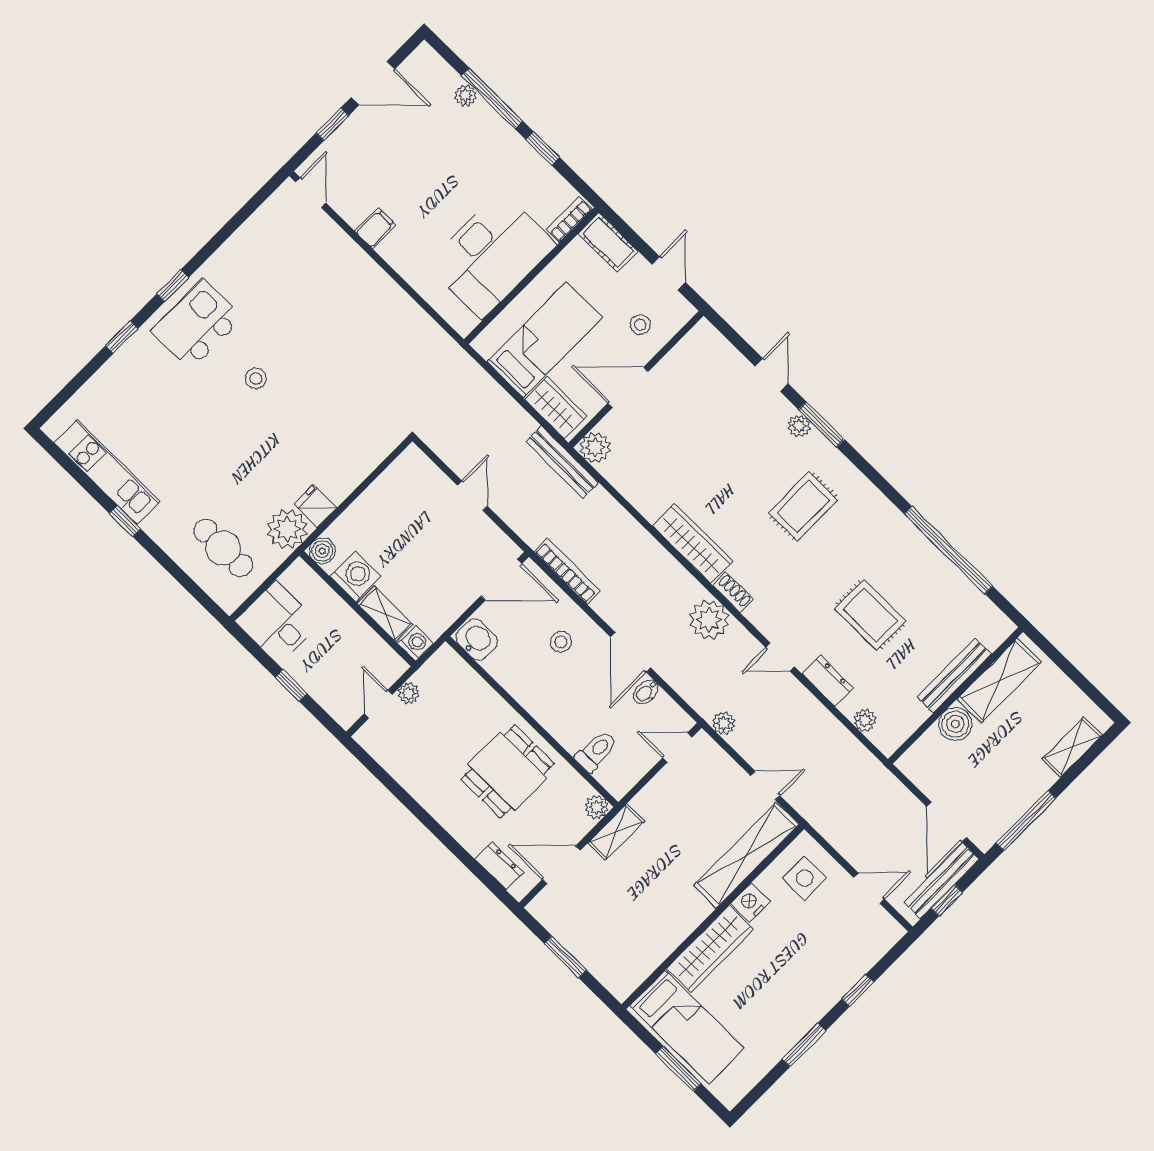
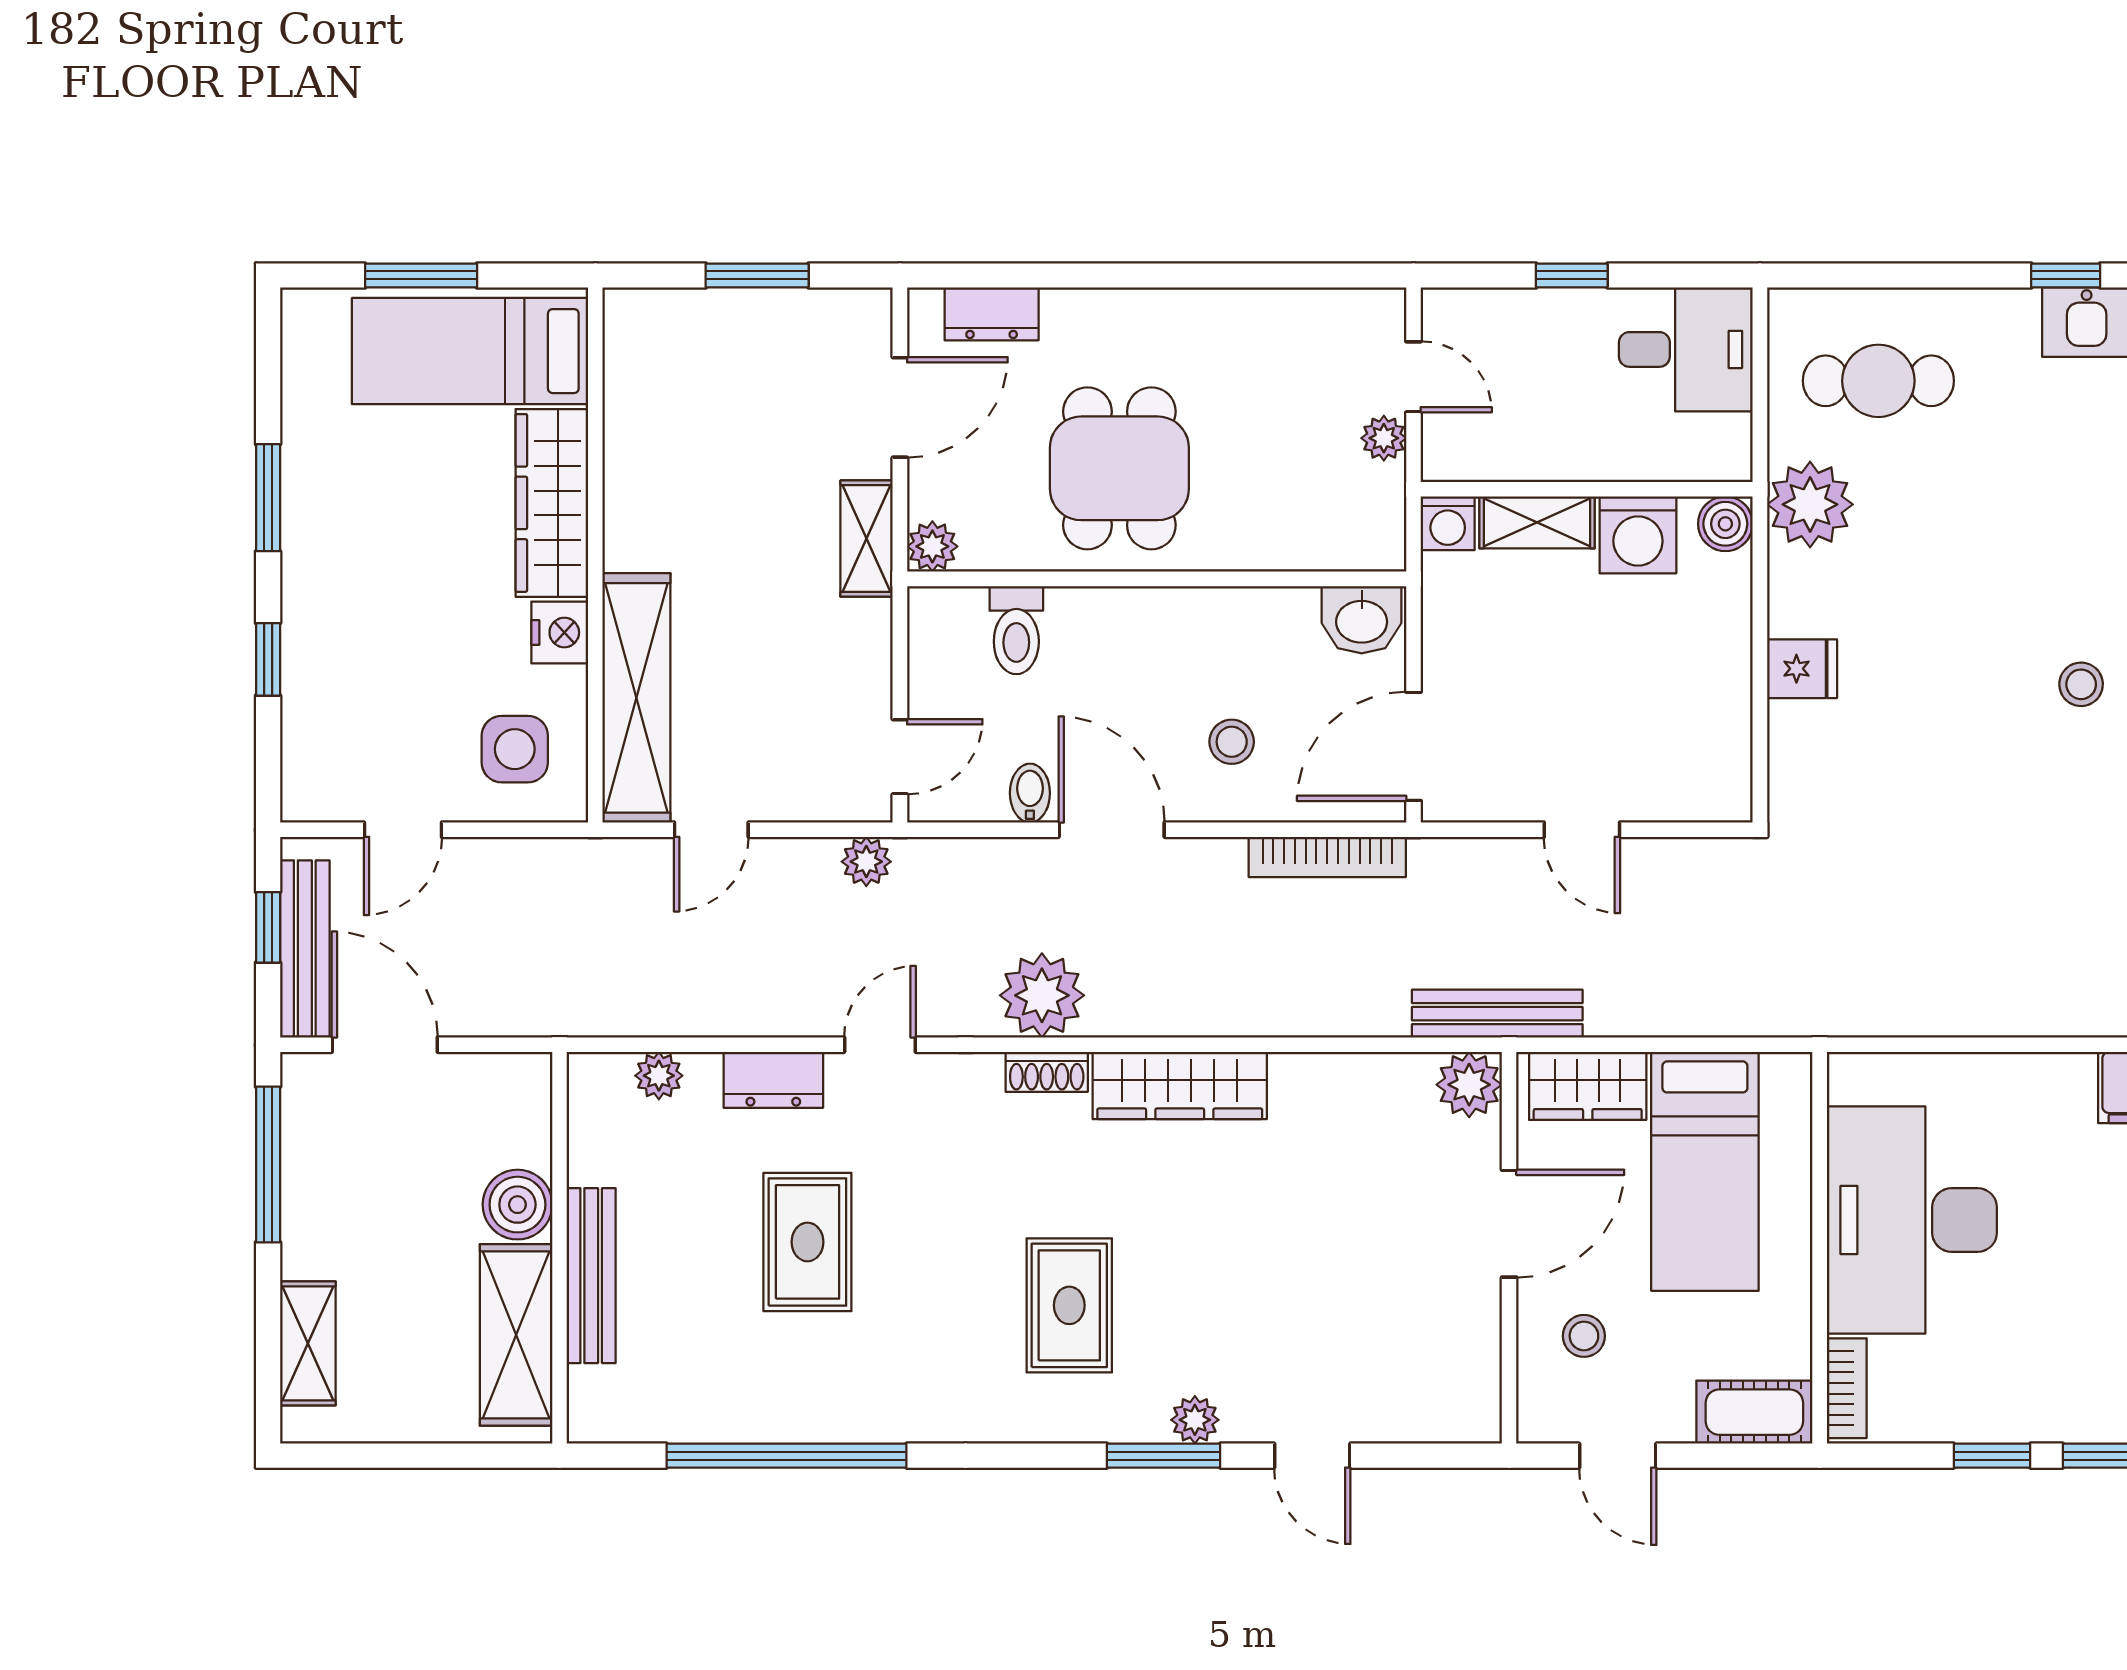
fridge: (316, 506) -> (1802, 669), moved
rug: (870, 615) -> (807, 1242), turned 90

